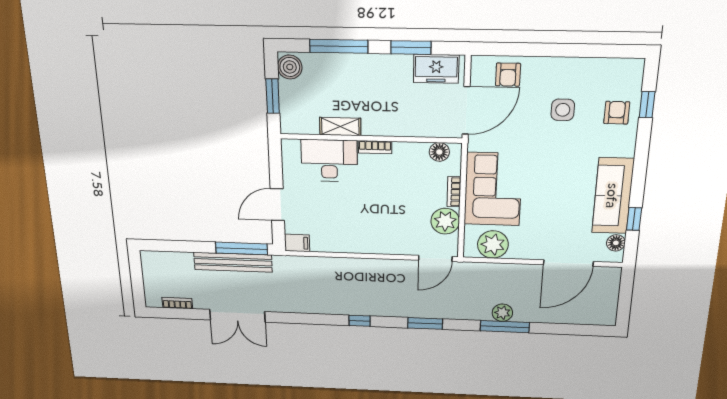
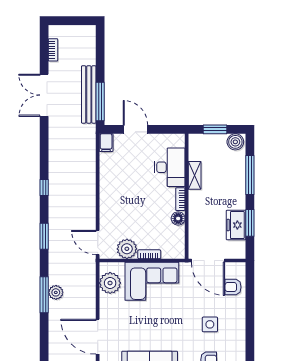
freezer: (436, 69) -> (236, 225), moved
floor lamp: (439, 152) -> (178, 218), moved

